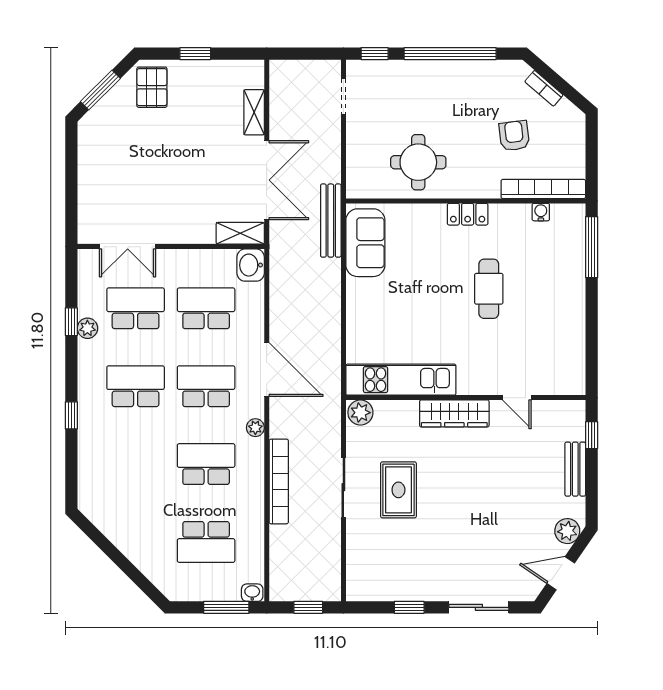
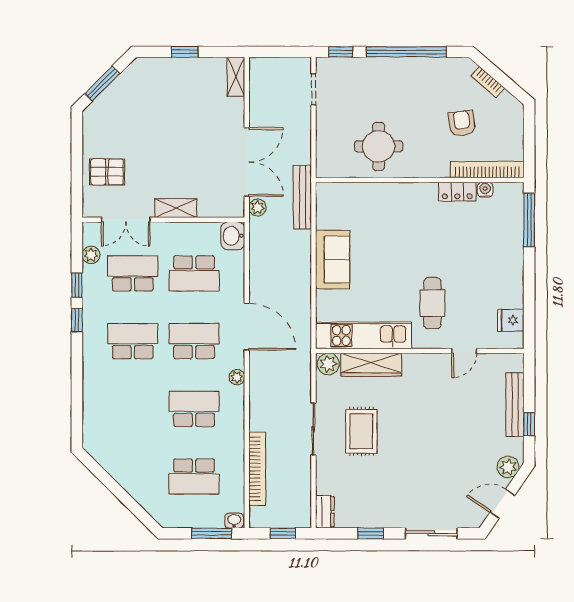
pallet: (152, 87) -> (107, 172), moved, turned 90
shelving: (254, 112) -> (236, 77), moved
locker: (468, 214) -> (457, 192), moved
plant: (279, 232) -> (257, 207), added
shelving: (240, 233) -> (176, 208), moved
sofa: (365, 243) -> (333, 260), moved
cafe table: (489, 289) -> (432, 303), moved
school desk: (206, 308) -> (194, 273), turned 180
plant: (87, 328) -> (91, 255), moved
fridge: (570, 362) -> (511, 320), added
door: (517, 398) -> (464, 351), hinge flipped
wardrobe: (454, 413) -> (371, 365), moved
window: (71, 415) -> (77, 320), moved
window: (592, 435) -> (529, 424), moved
bench: (575, 469) -> (515, 405), width x1.36
bookcase: (279, 481) -> (257, 469), moved
dresser: (356, 582) -> (325, 512), added

